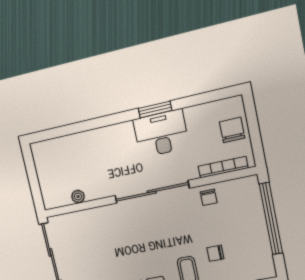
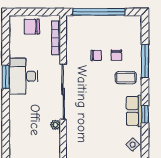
plant: (78, 197) -> (55, 125), moved
chair: (209, 197) -> (96, 55), moved

